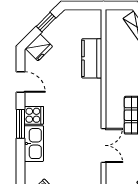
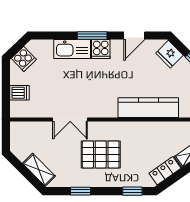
kitchen counter: (92, 58) -> (148, 108), width x1.50

